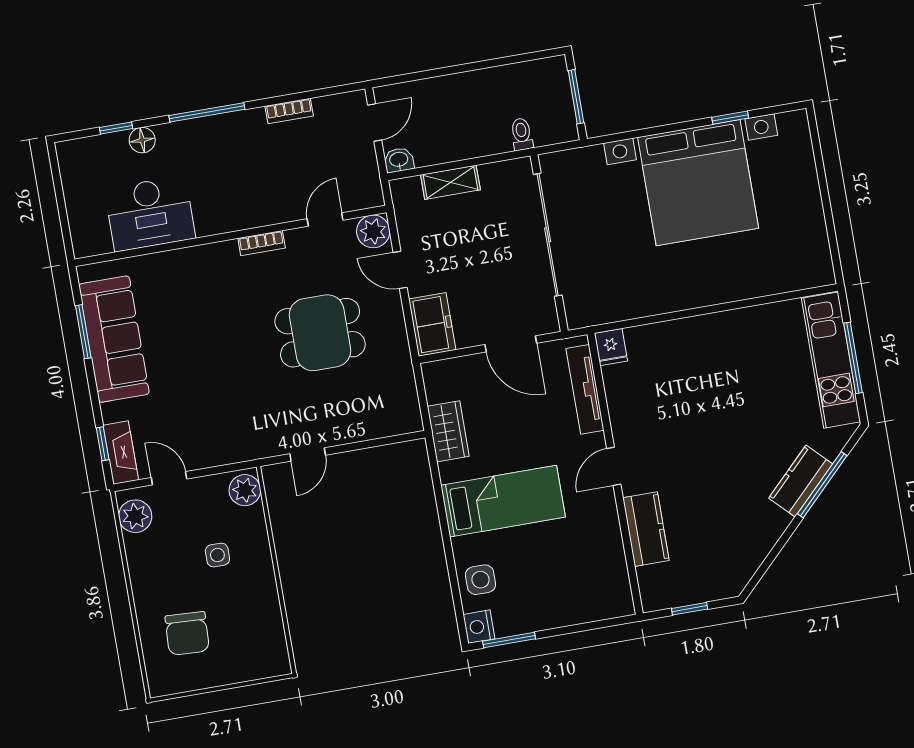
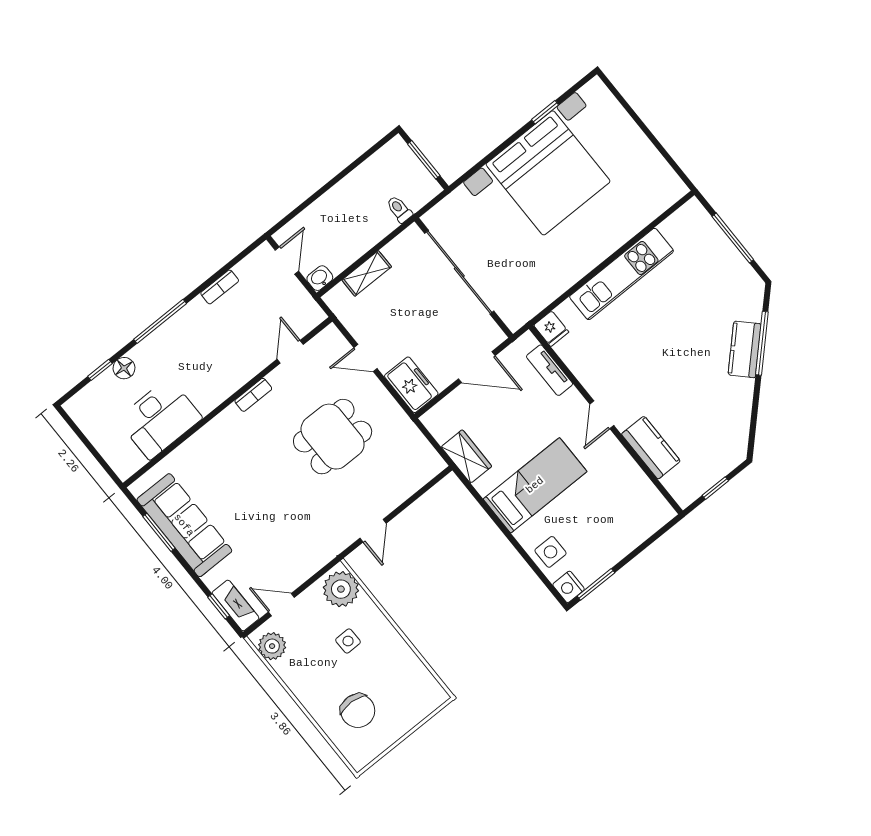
plant: (373, 231) -> (330, 341), removed
kitchen unit: (831, 360) -> (622, 274), moved, turned -90
tv unit: (585, 389) -> (550, 370), width x0.71
plant: (245, 490) -> (341, 589), width x1.36, depth x1.36

